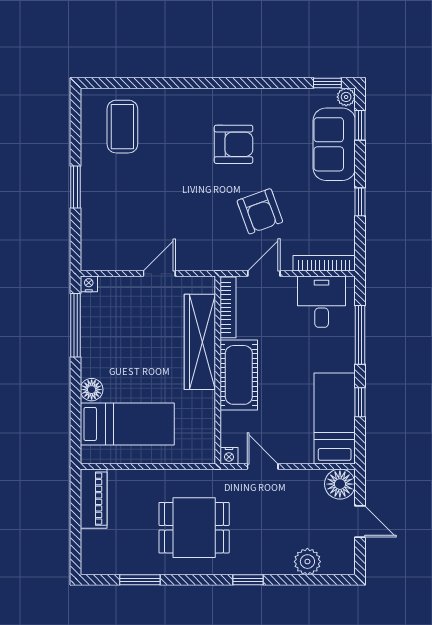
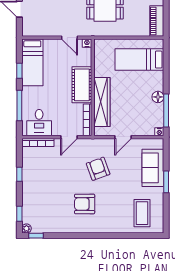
sofa: (334, 144) -> (153, 168), moved, turned 180
armchair: (260, 211) -> (98, 169), moved
floor lamp: (92, 390) -> (158, 97), moved
floor lamp: (340, 484) -> (30, 28), removed

